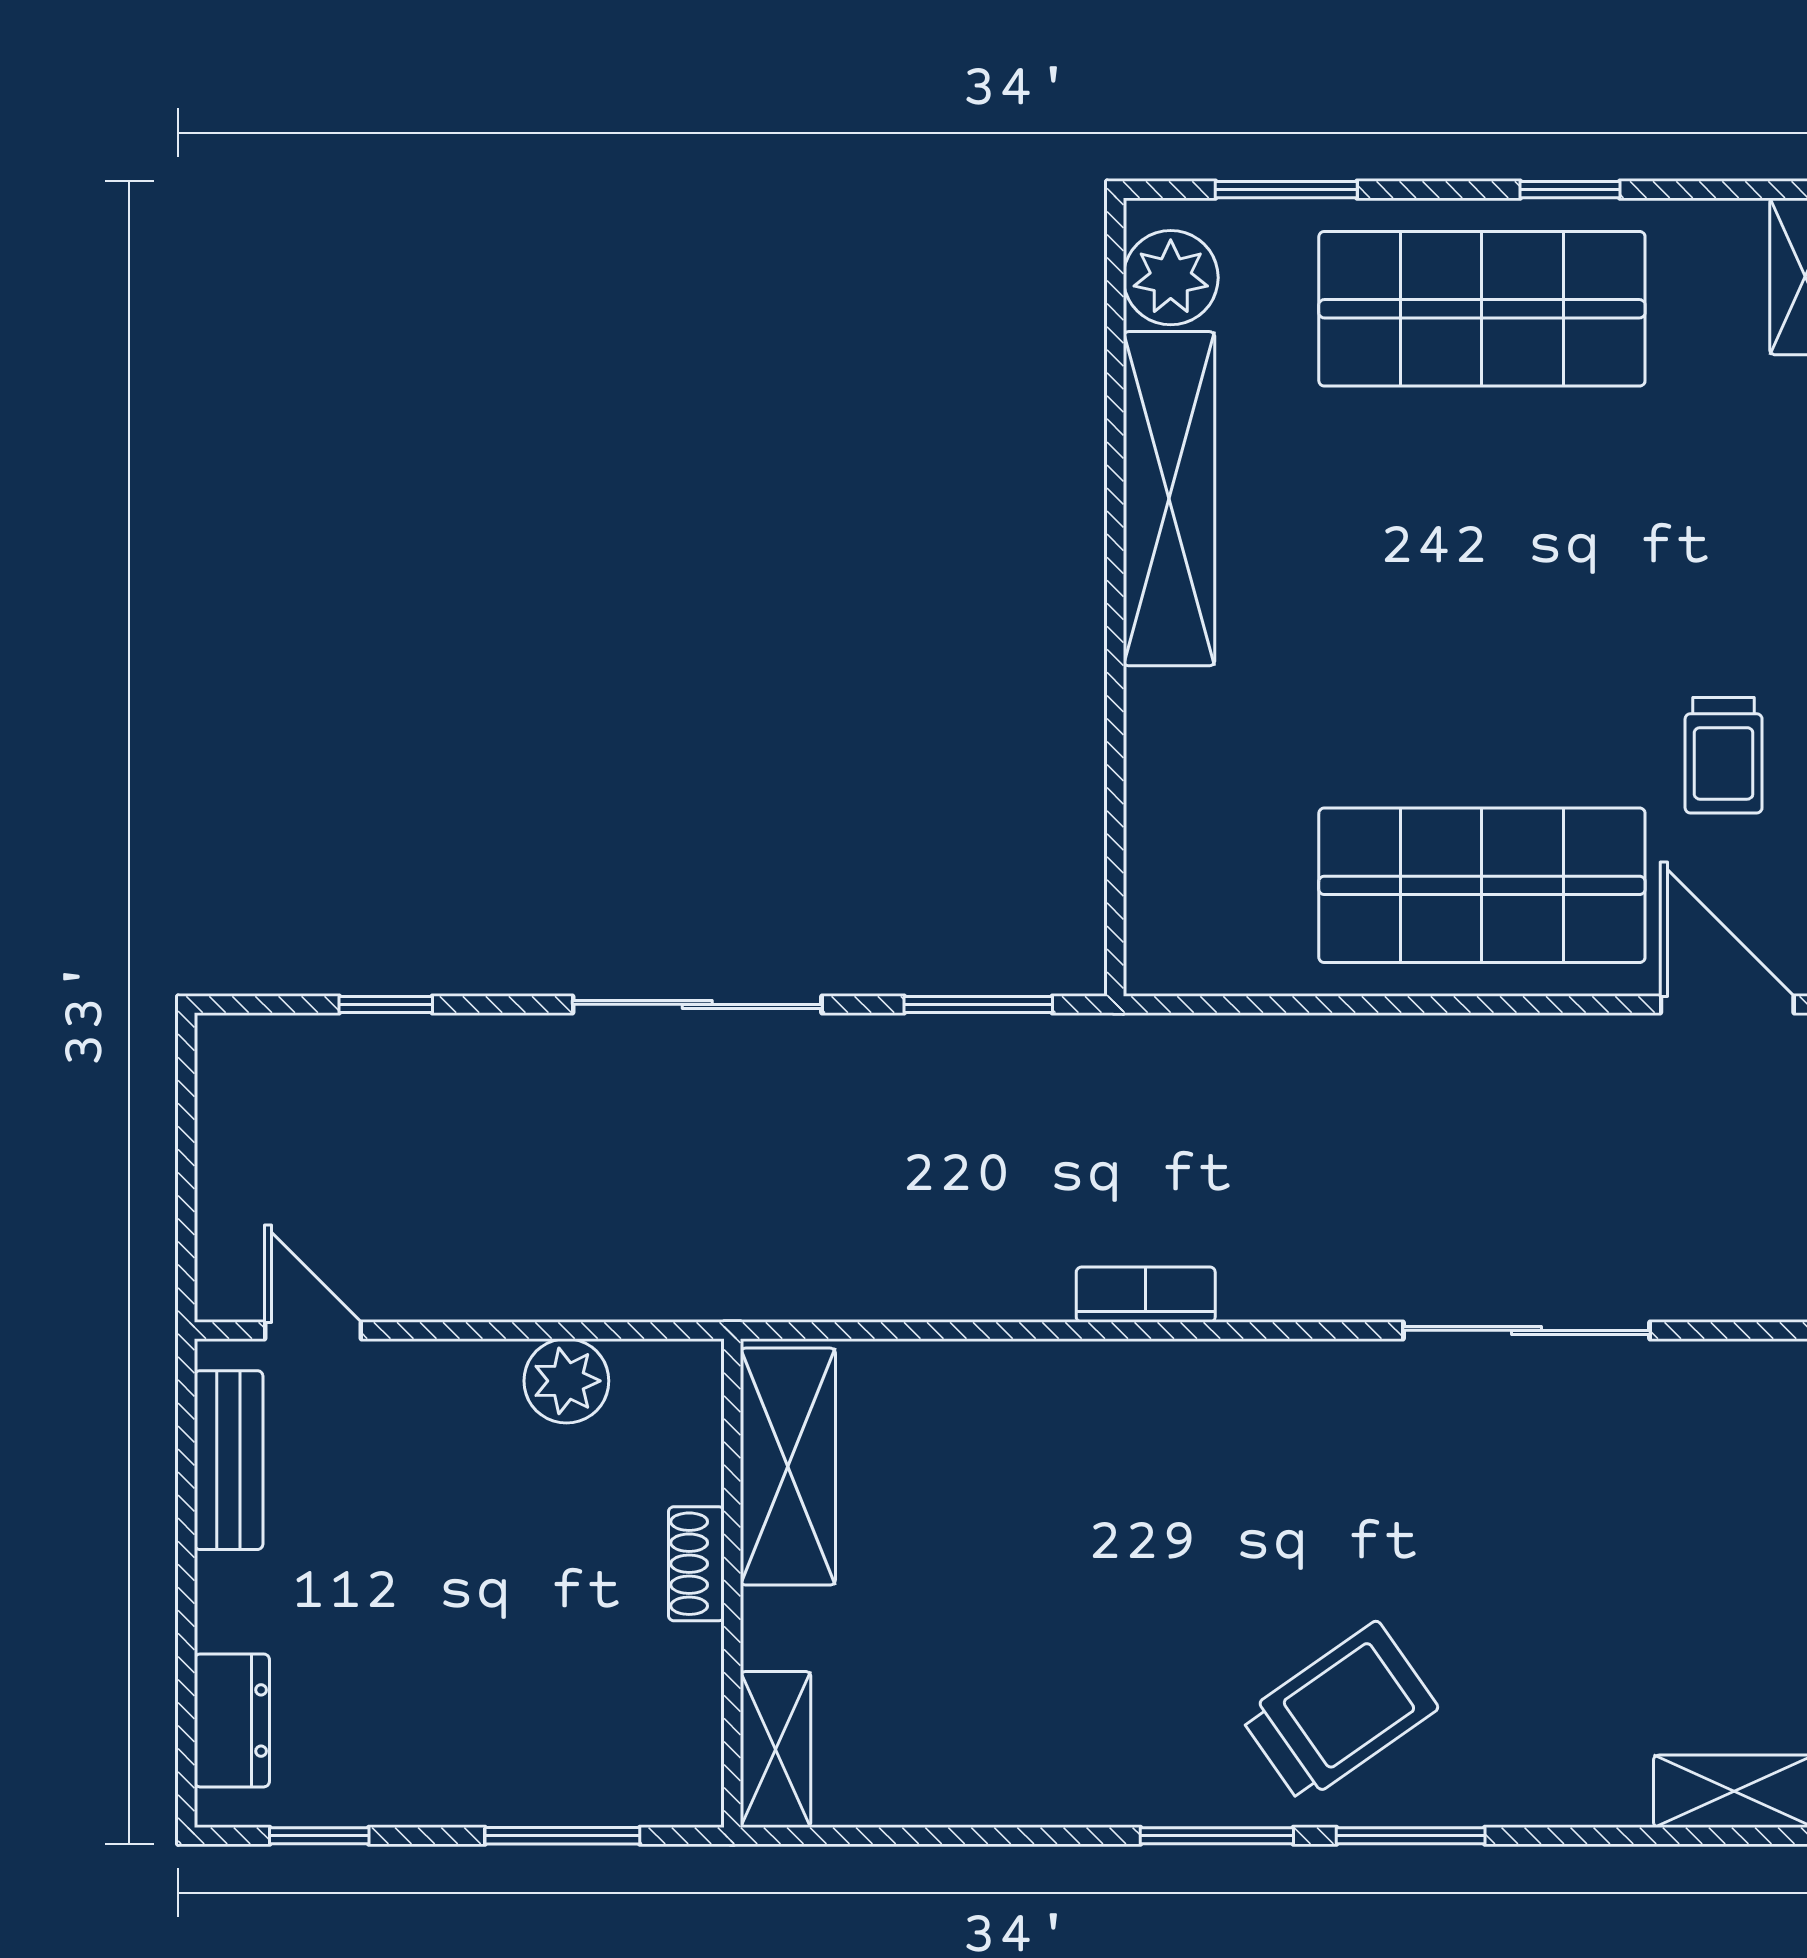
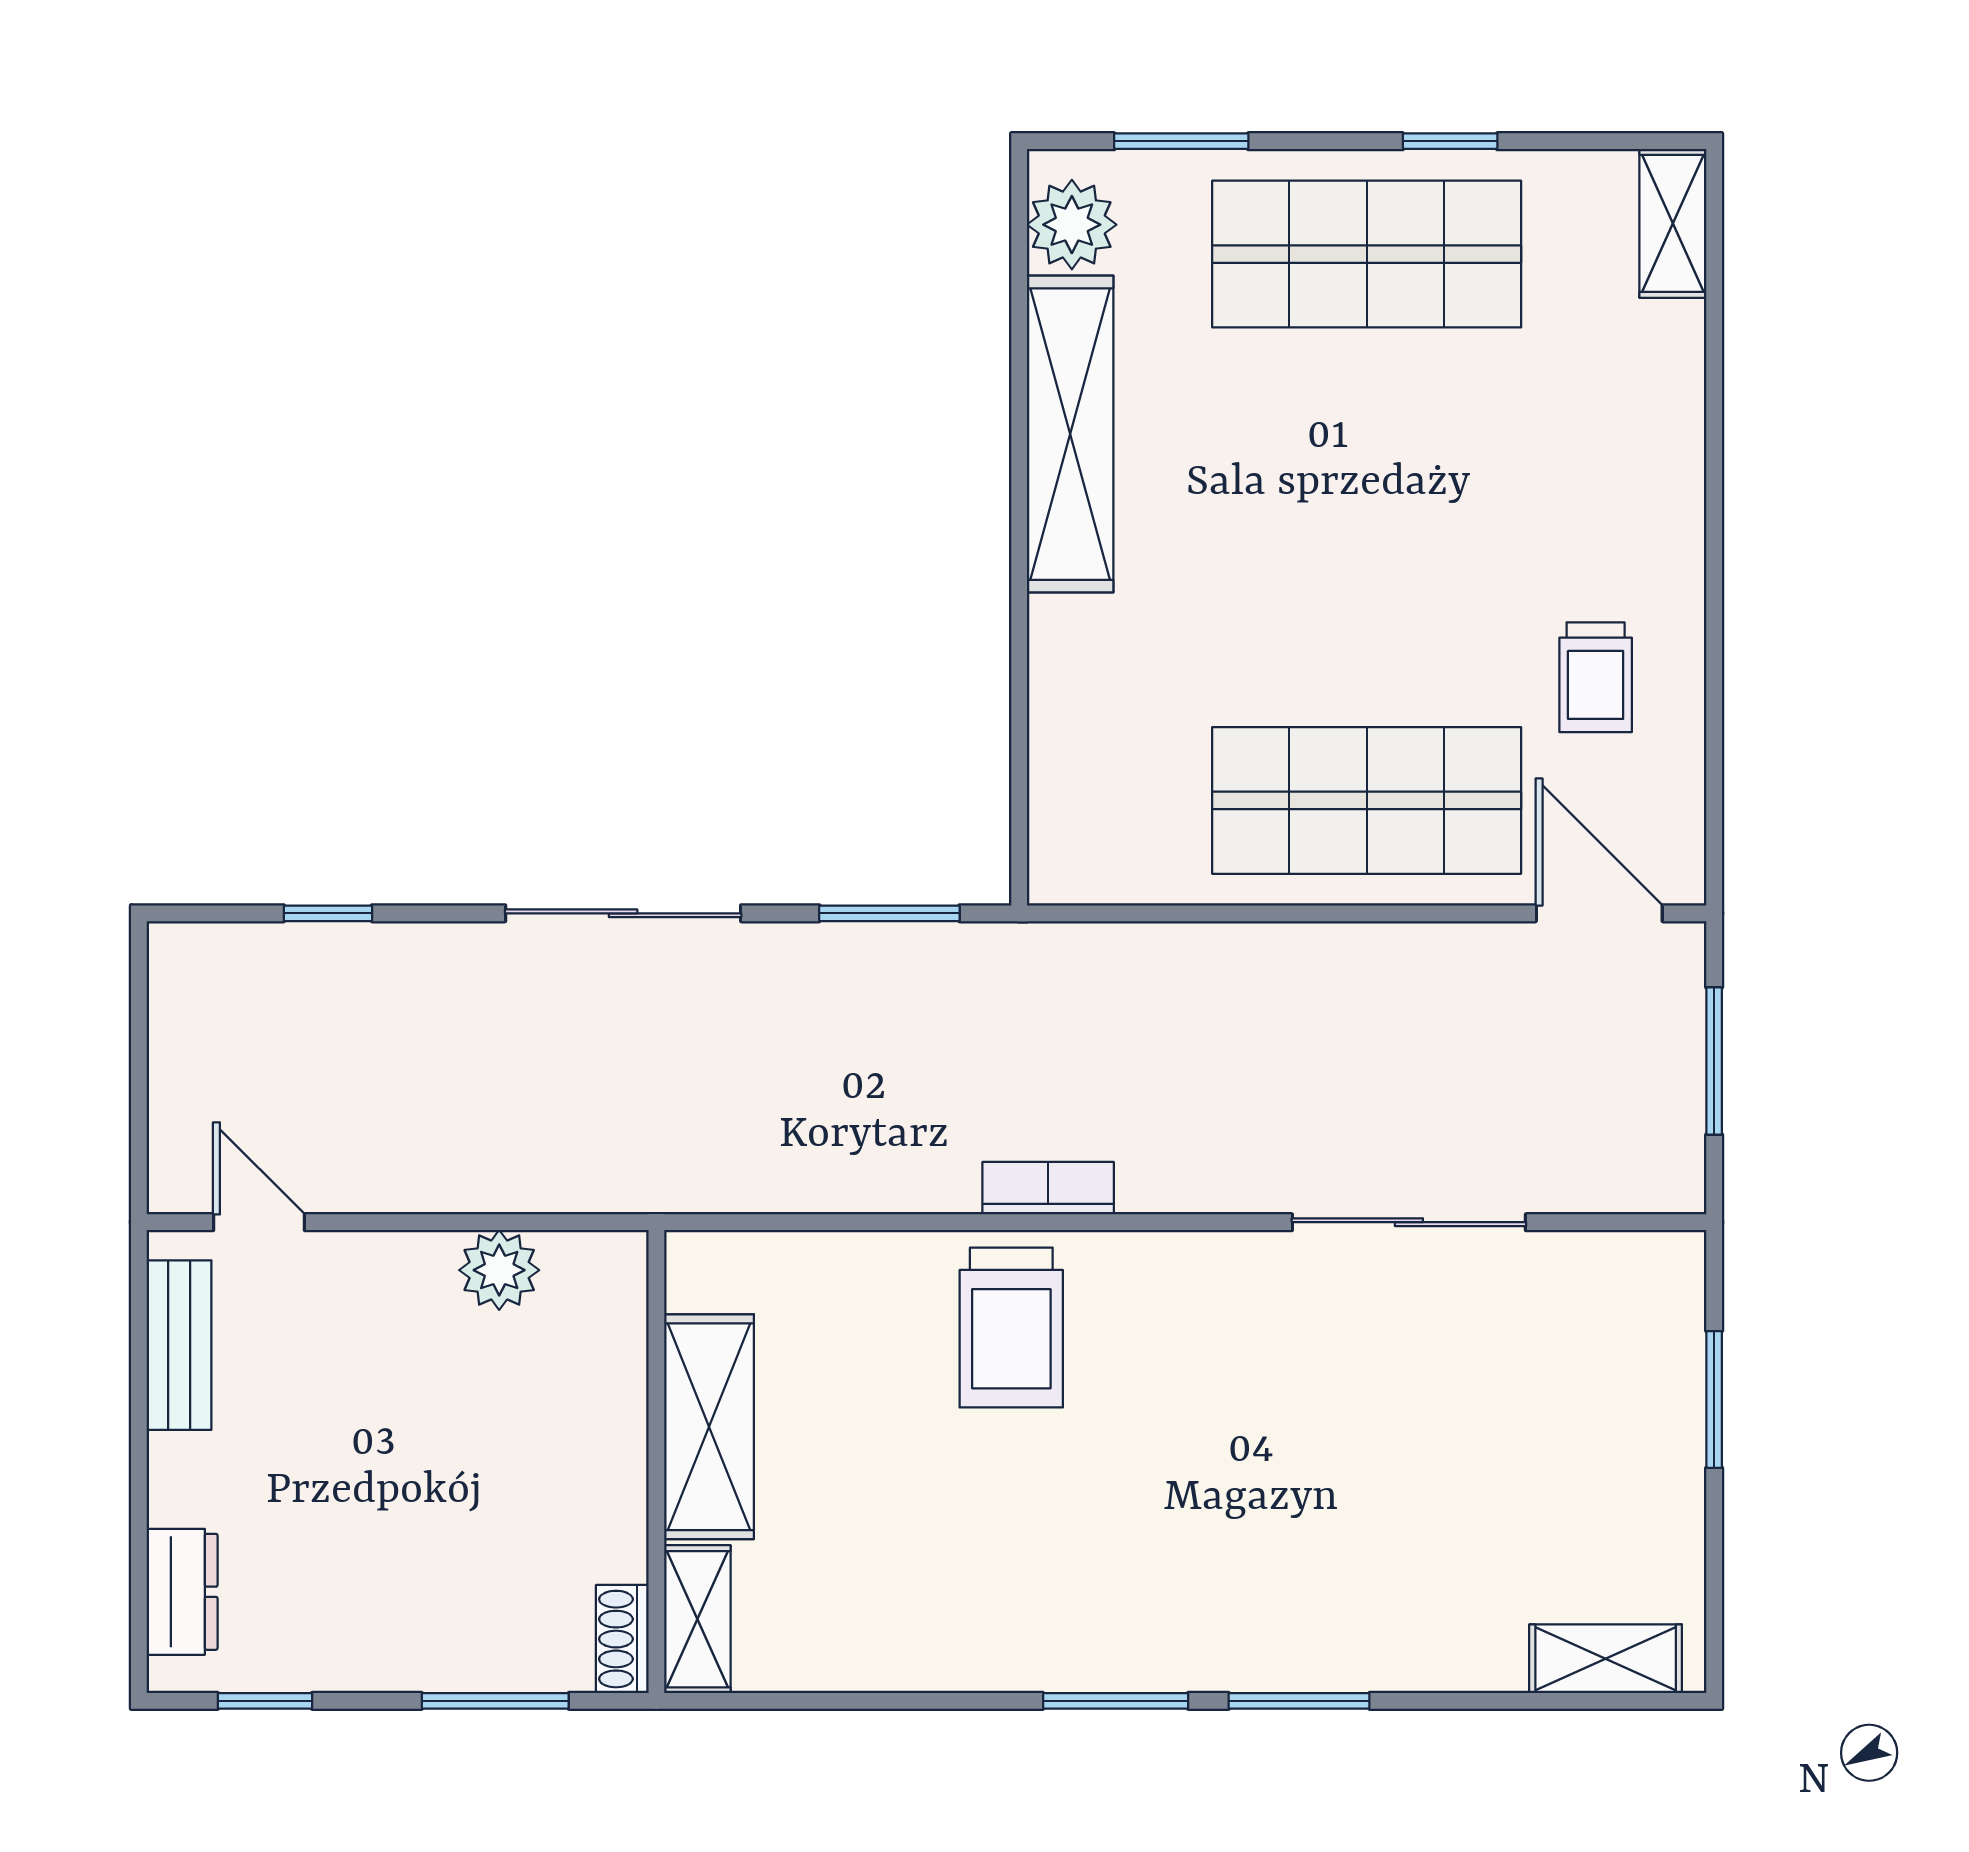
shelving: (788, 1467) -> (709, 1427), moved
shoe rack: (696, 1564) -> (622, 1639), moved
trolley: (1339, 1712) -> (1011, 1328), moved, turned 125

